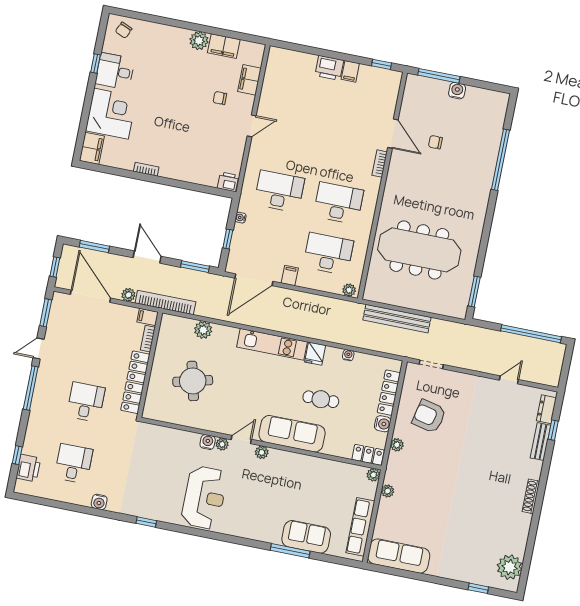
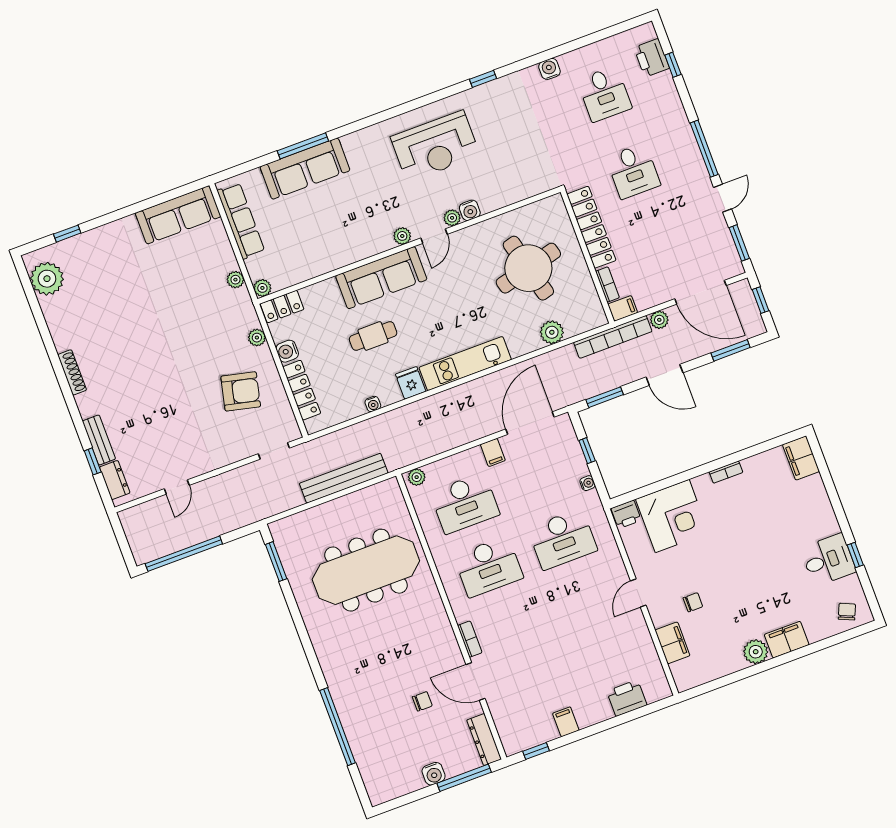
filing cabinet: (224, 46) -> (787, 640), moved
printer: (329, 68) -> (627, 698), moved
dresser: (411, 93) -> (484, 740), added
corner desk: (111, 114) -> (672, 516), moved, turned -90
round table: (193, 381) -> (528, 268), width x1.36, depth x1.36
reception desk: (204, 498) -> (435, 146), turned -90
sofa: (306, 537) -> (305, 169), width x1.36

